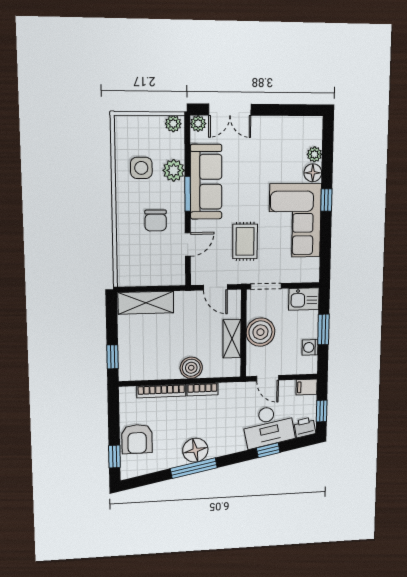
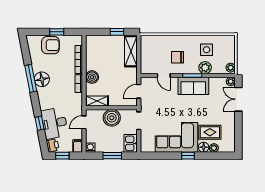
sofa: (206, 182) -> (193, 86), width x0.73
rug: (245, 241) -> (210, 132), moved
shelving: (232, 339) -> (97, 101), moved
washing machine: (310, 347) -> (90, 148), moved
window: (112, 357) -> (117, 32), moved
armchair: (137, 439) -> (50, 45), turned 180
window: (114, 457) -> (57, 32), moved

